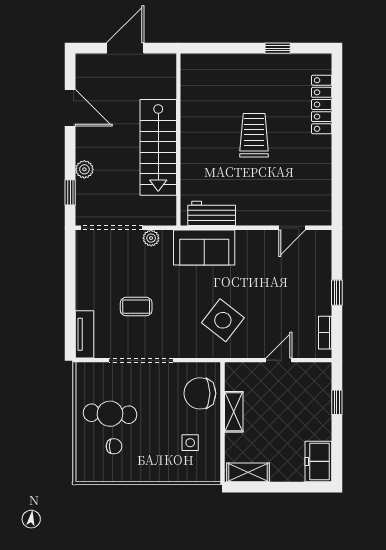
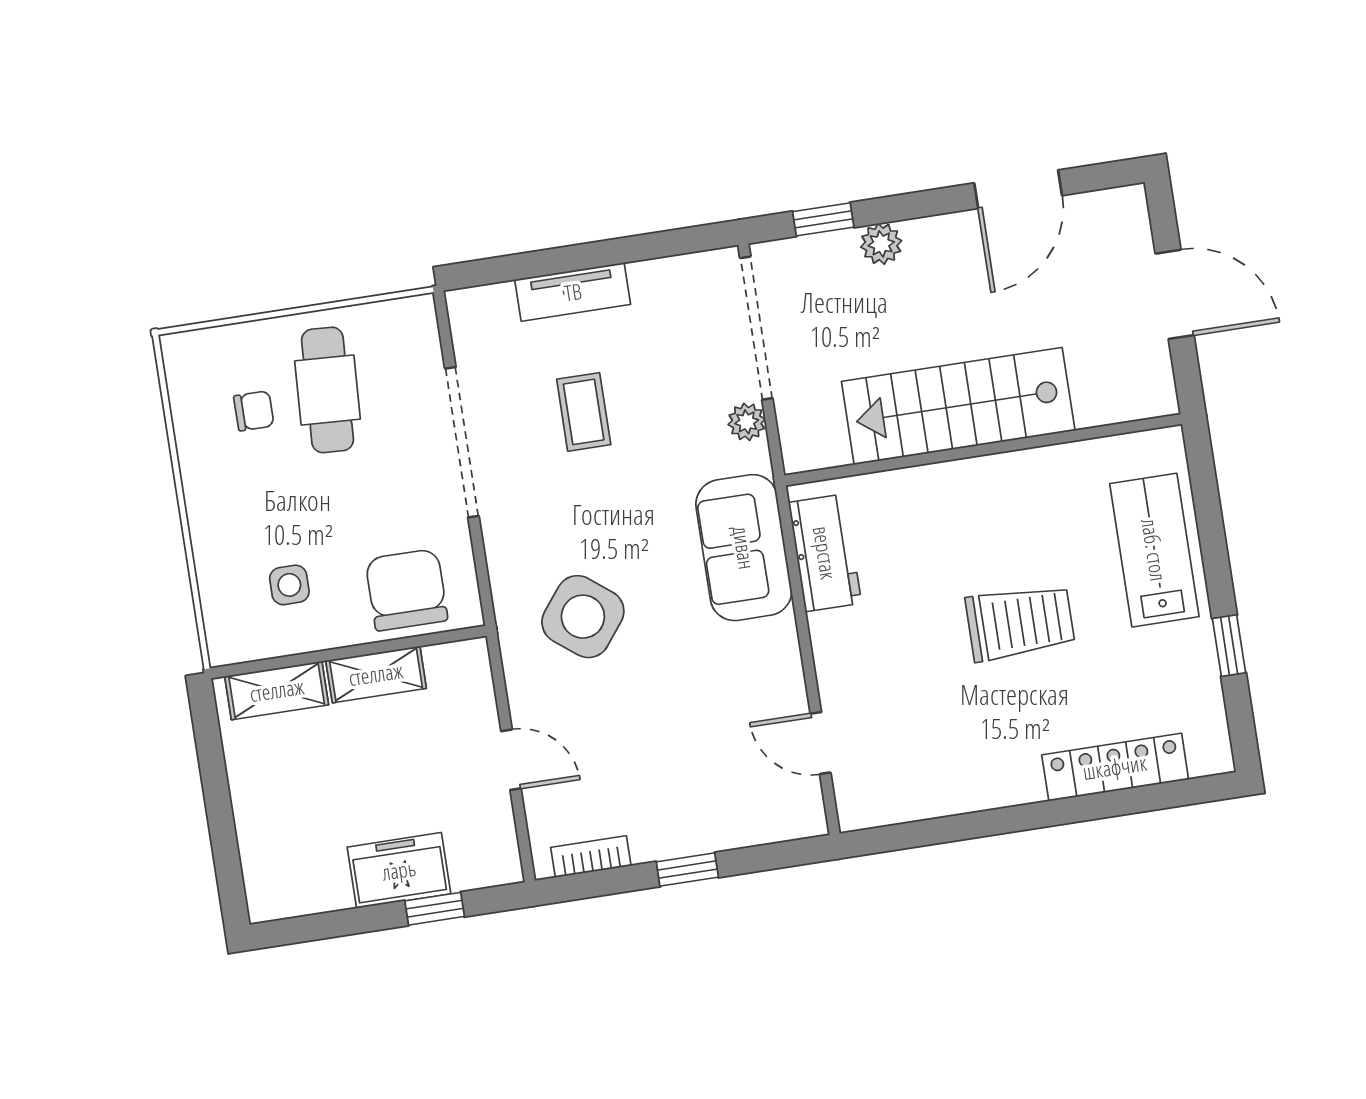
lab bench: (232, 74) -> (1154, 550), added
tv unit: (85, 334) -> (573, 292), moved
chair: (114, 446) -> (254, 411), turned -90
freezer: (318, 461) -> (399, 870), moved
shelving: (248, 472) -> (277, 690), moved, turned 90

